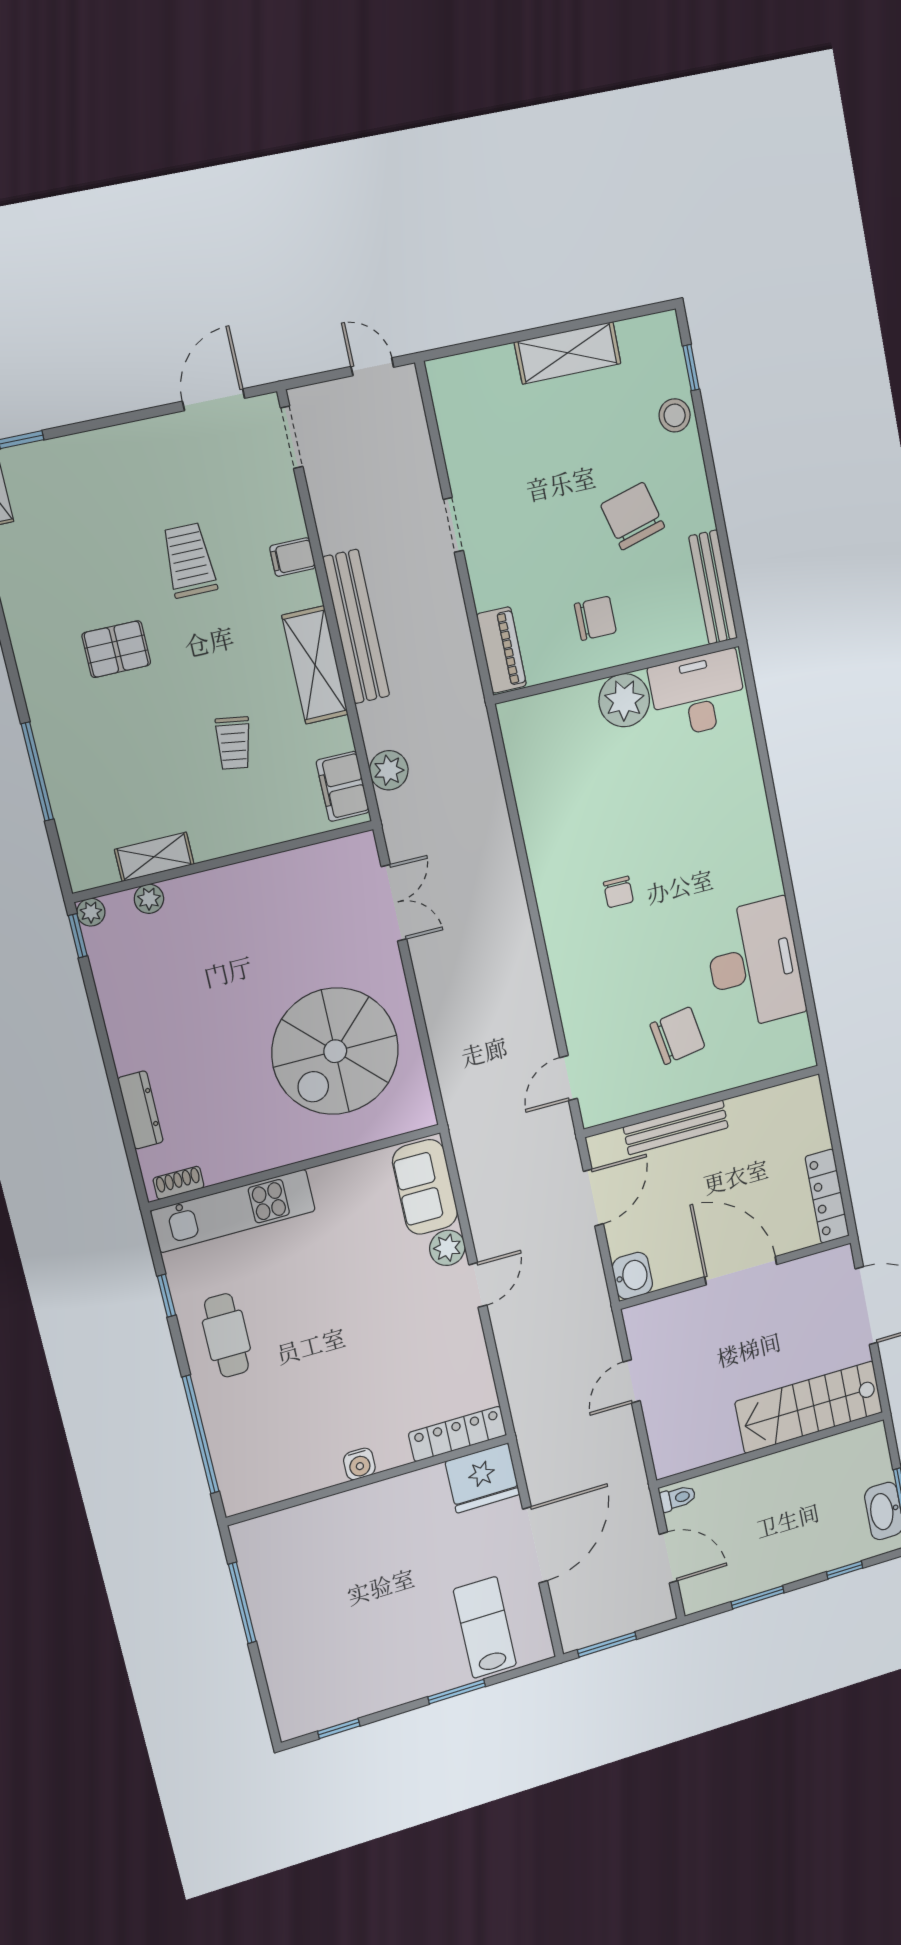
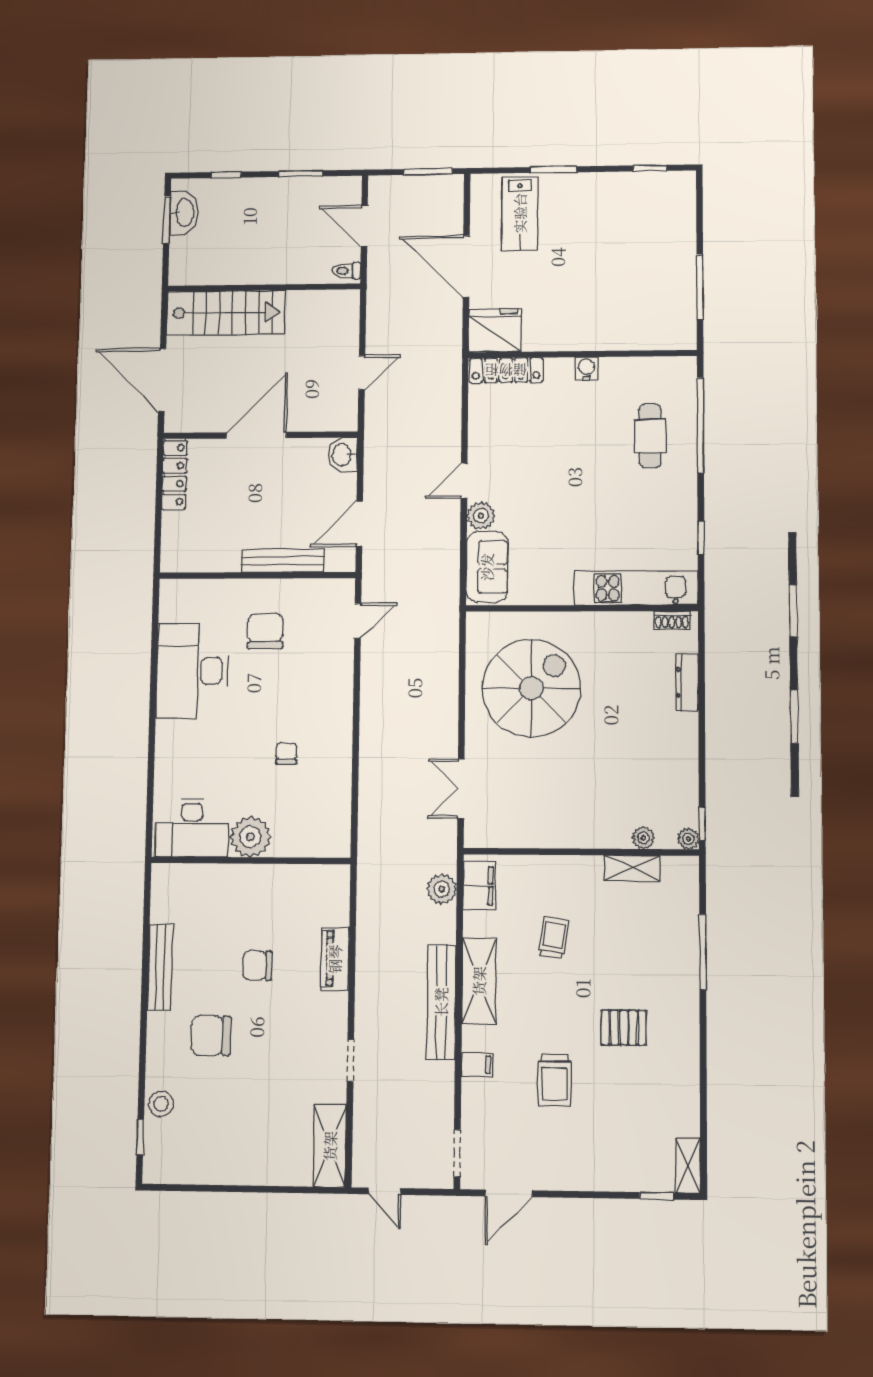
shelving: (568, 353) -> (330, 1146), moved, turned 90
chair: (633, 516) -> (211, 1036), turned 105
wall: (617, 671) -> (251, 860), moved
desk: (698, 694) -> (192, 828), moved
plant: (624, 700) -> (250, 837), moved
chair: (677, 1036) -> (265, 631), turned 99
door: (741, 1271) -> (256, 435), swing flipped
cafe table: (226, 1335) -> (650, 436), moved
door: (535, 1545) -> (466, 266), hinge flipped

